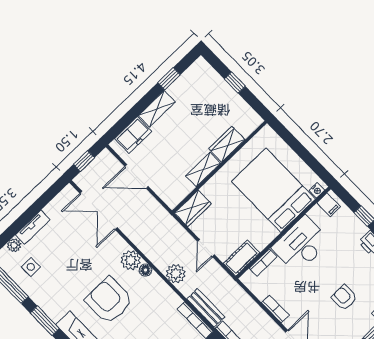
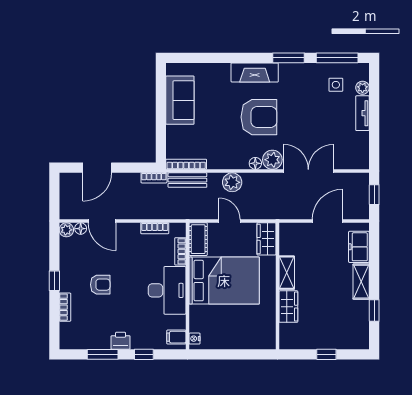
bed: (273, 190) -> (224, 281), moved
double door: (99, 210) -> (308, 171), moved
bookcase: (275, 309) -> (155, 228), moved

